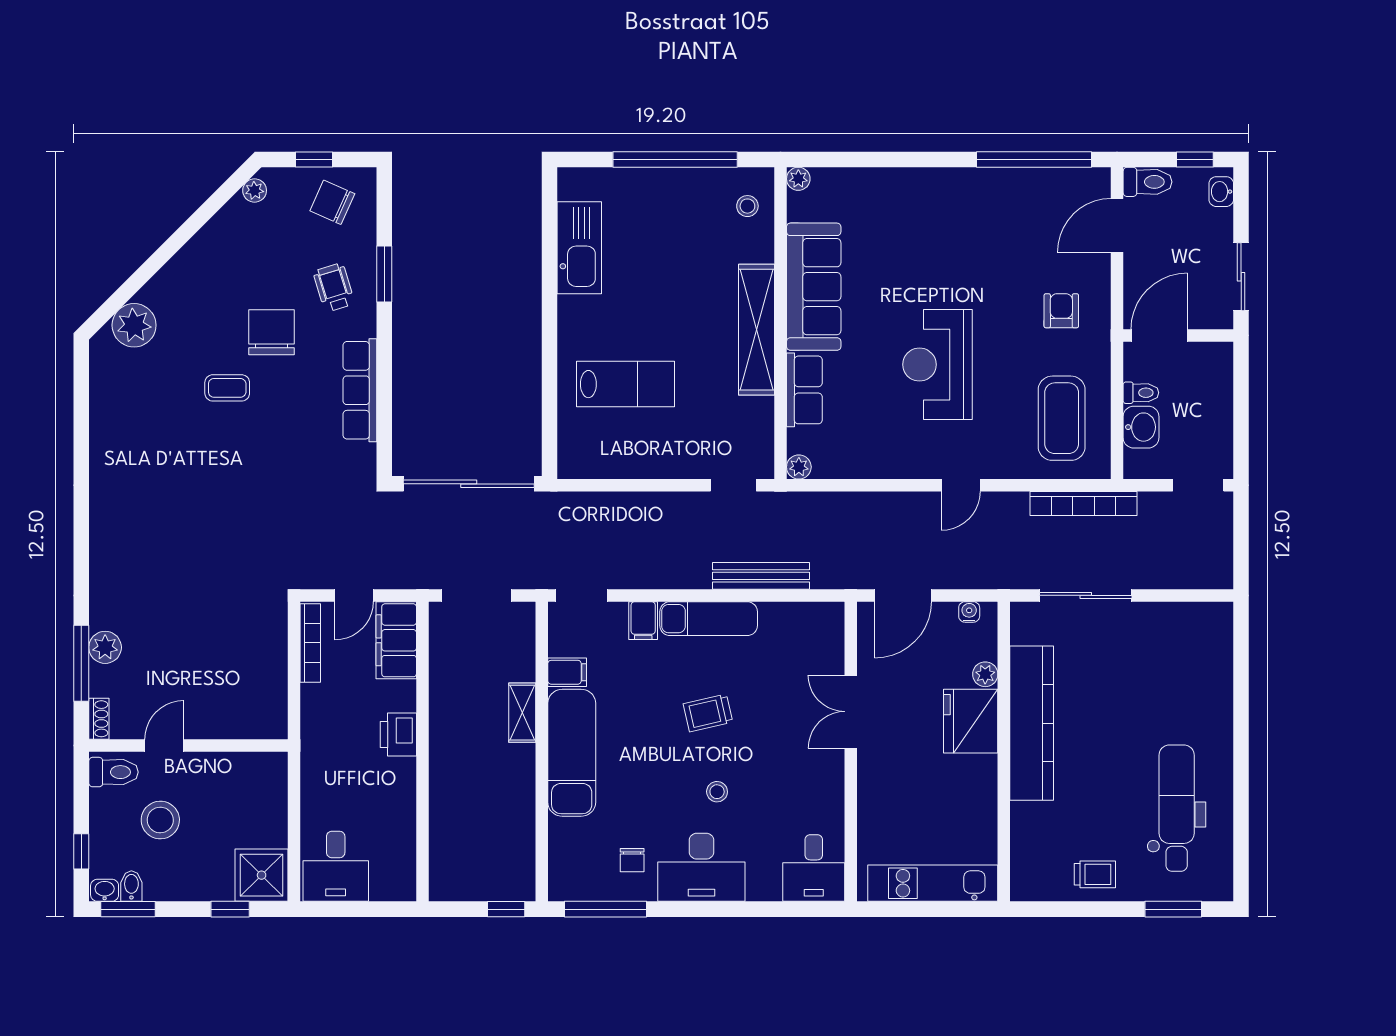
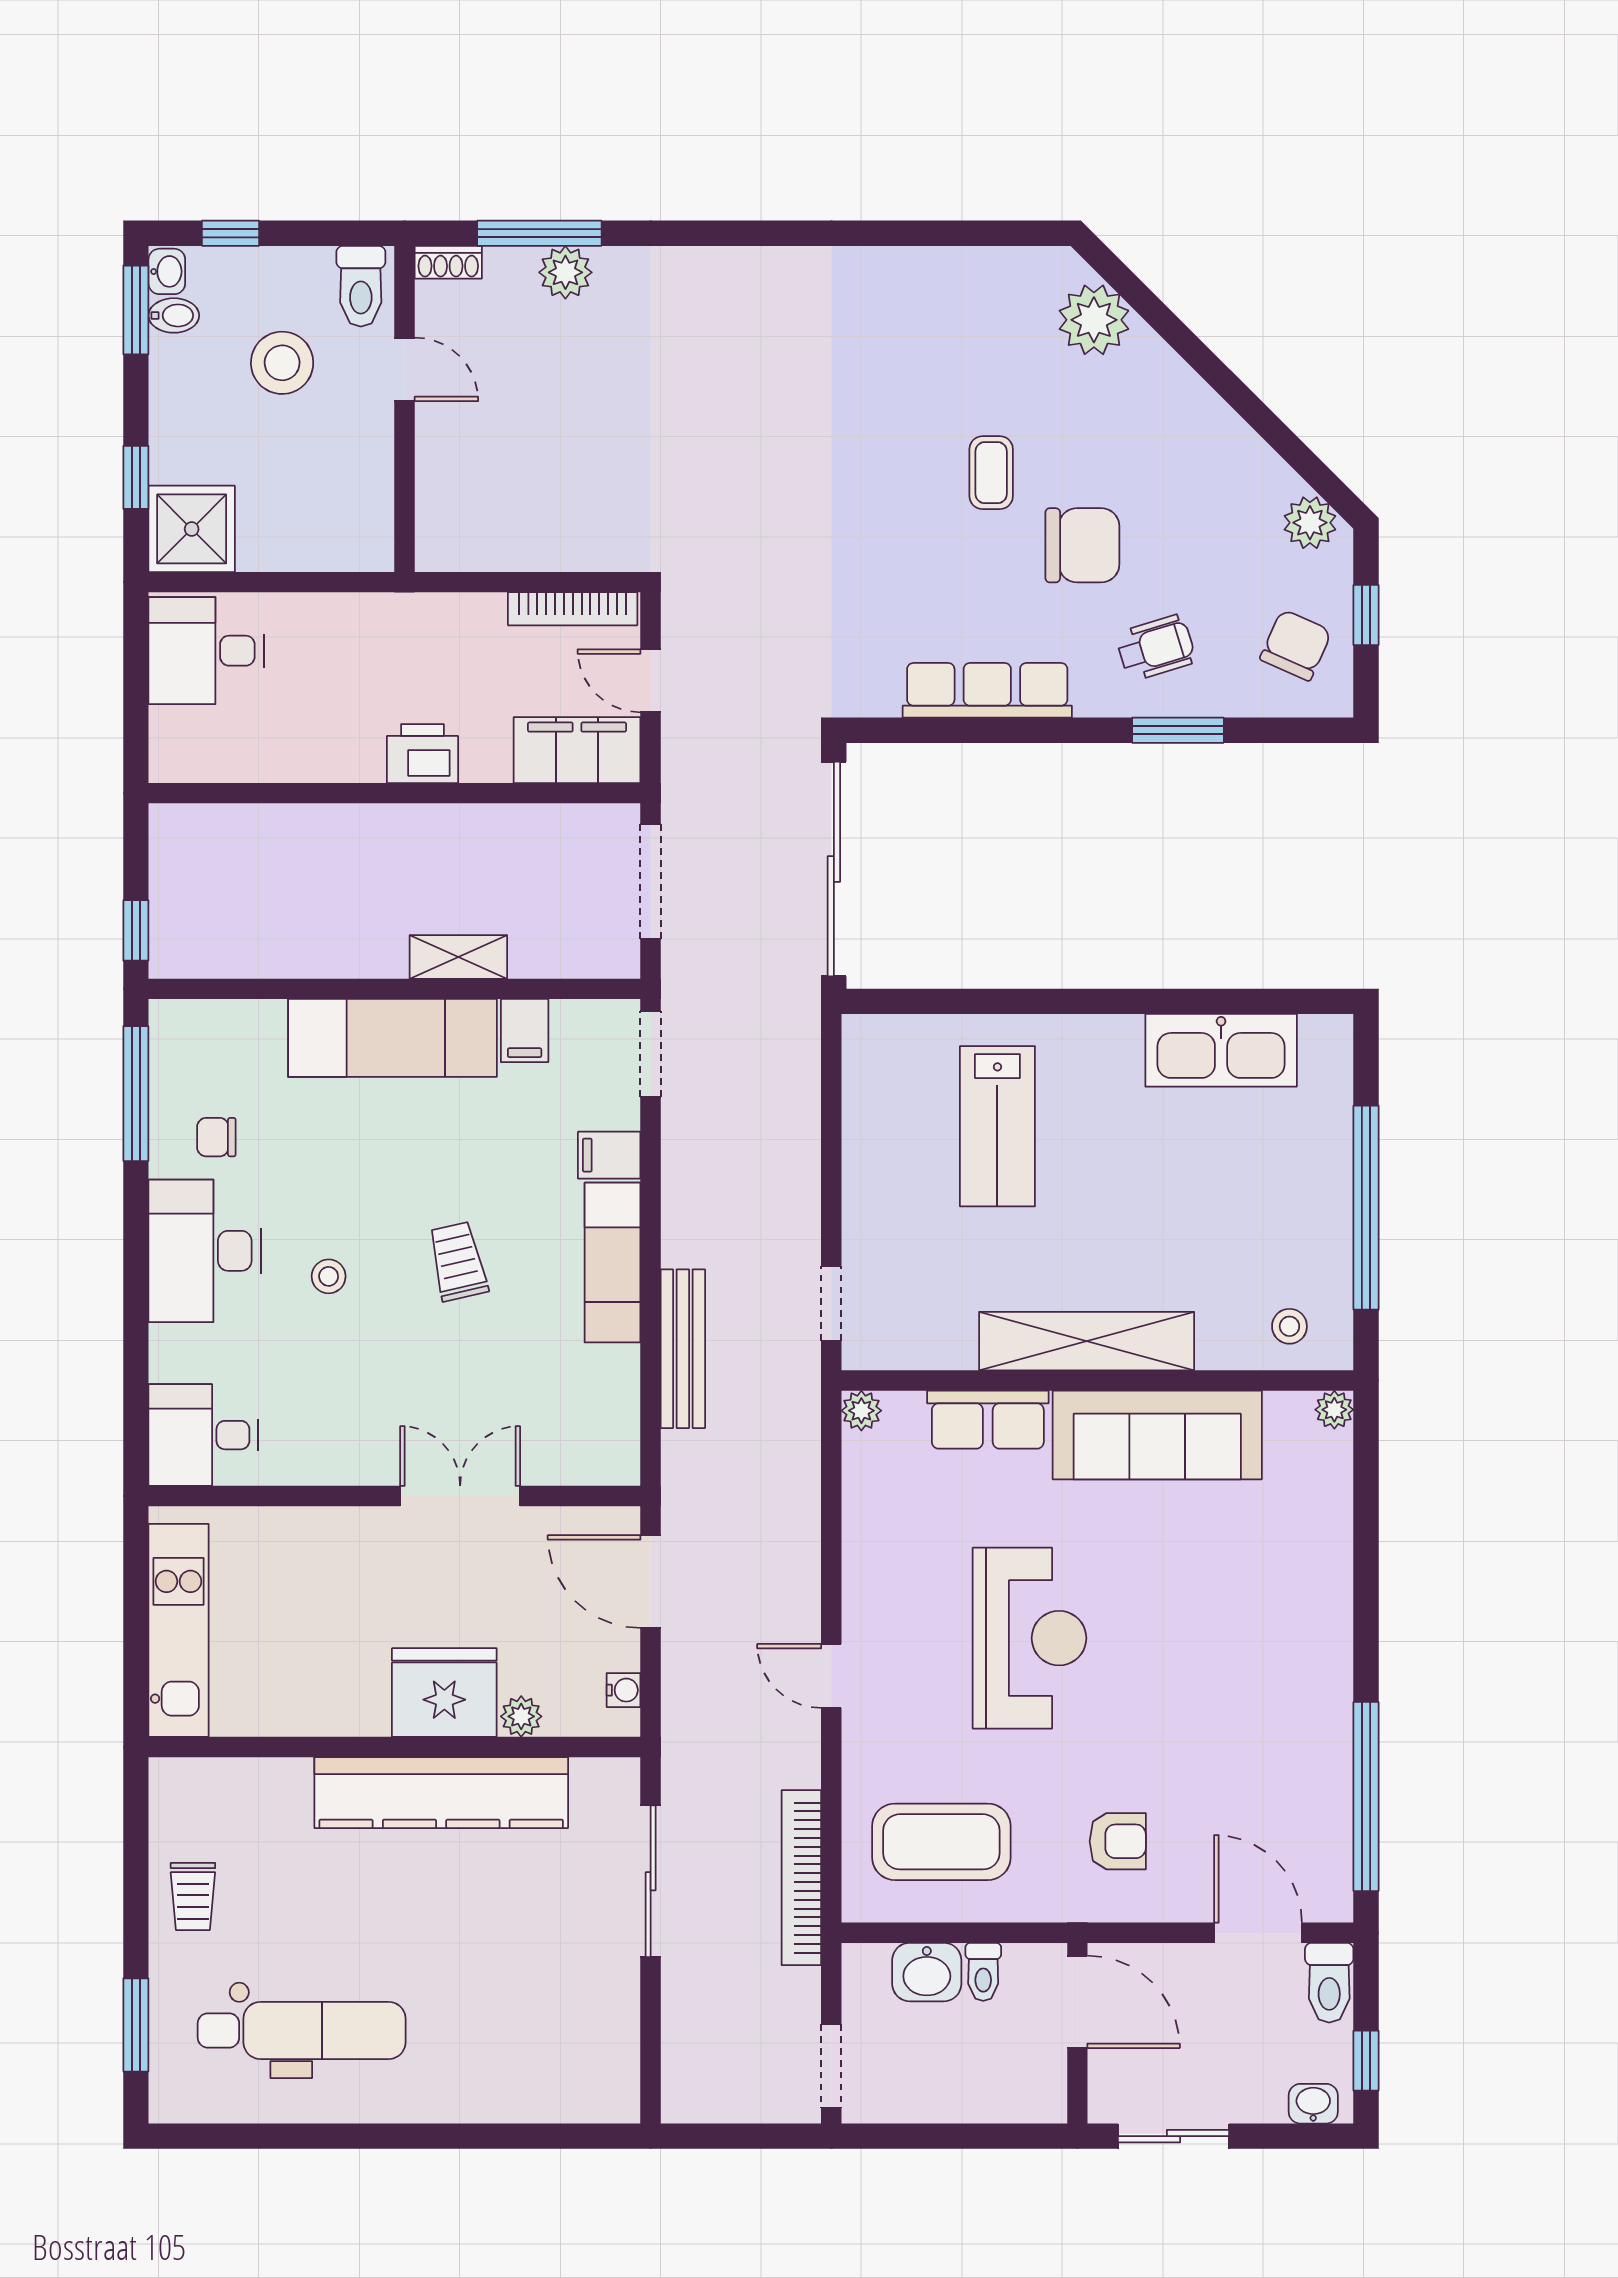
plant: (255, 190) -> (1310, 523), width x1.38, depth x1.38
reception desk: (937, 365) -> (1029, 1638), turned 90

